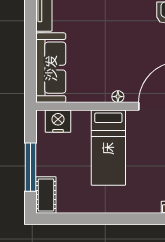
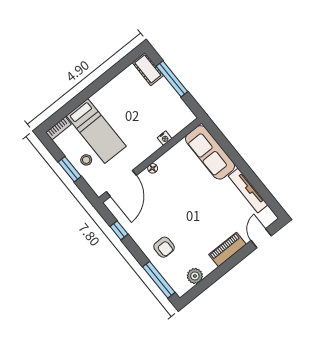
nightstand: (58, 121) -> (165, 138), moved, width x0.53, depth x0.56
bed: (108, 148) -> (96, 131), moved, turned 180

